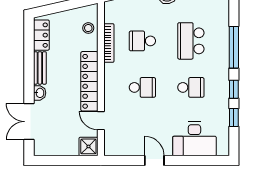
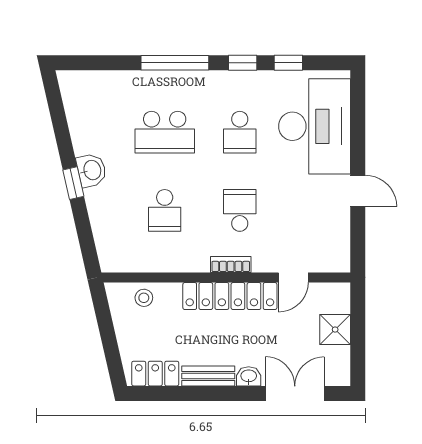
bookcase: (109, 43) -> (231, 264), moved, width x0.64
school desk: (191, 87) -> (240, 132), turned 180
double door: (29, 122) -> (295, 393), swing flipped
desk: (194, 139) -> (315, 126), width x1.36, depth x1.30
shower: (88, 146) -> (335, 330), moved
door: (154, 160) -> (358, 191), swing flipped

